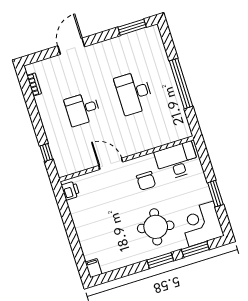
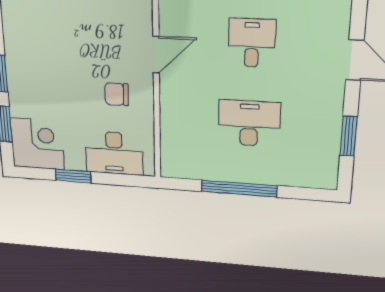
window: (132, 27) -> (348, 136), moved
desk: (177, 161) -> (114, 153), moved, turned 90
round table: (156, 227) -> (48, 84), removed

